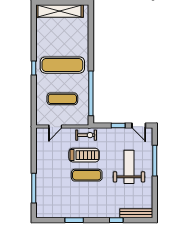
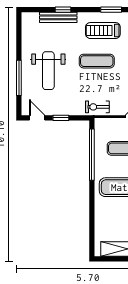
treadmill: (84, 155) -> (103, 31), moved
bench: (136, 213) -> (58, 17), moved

